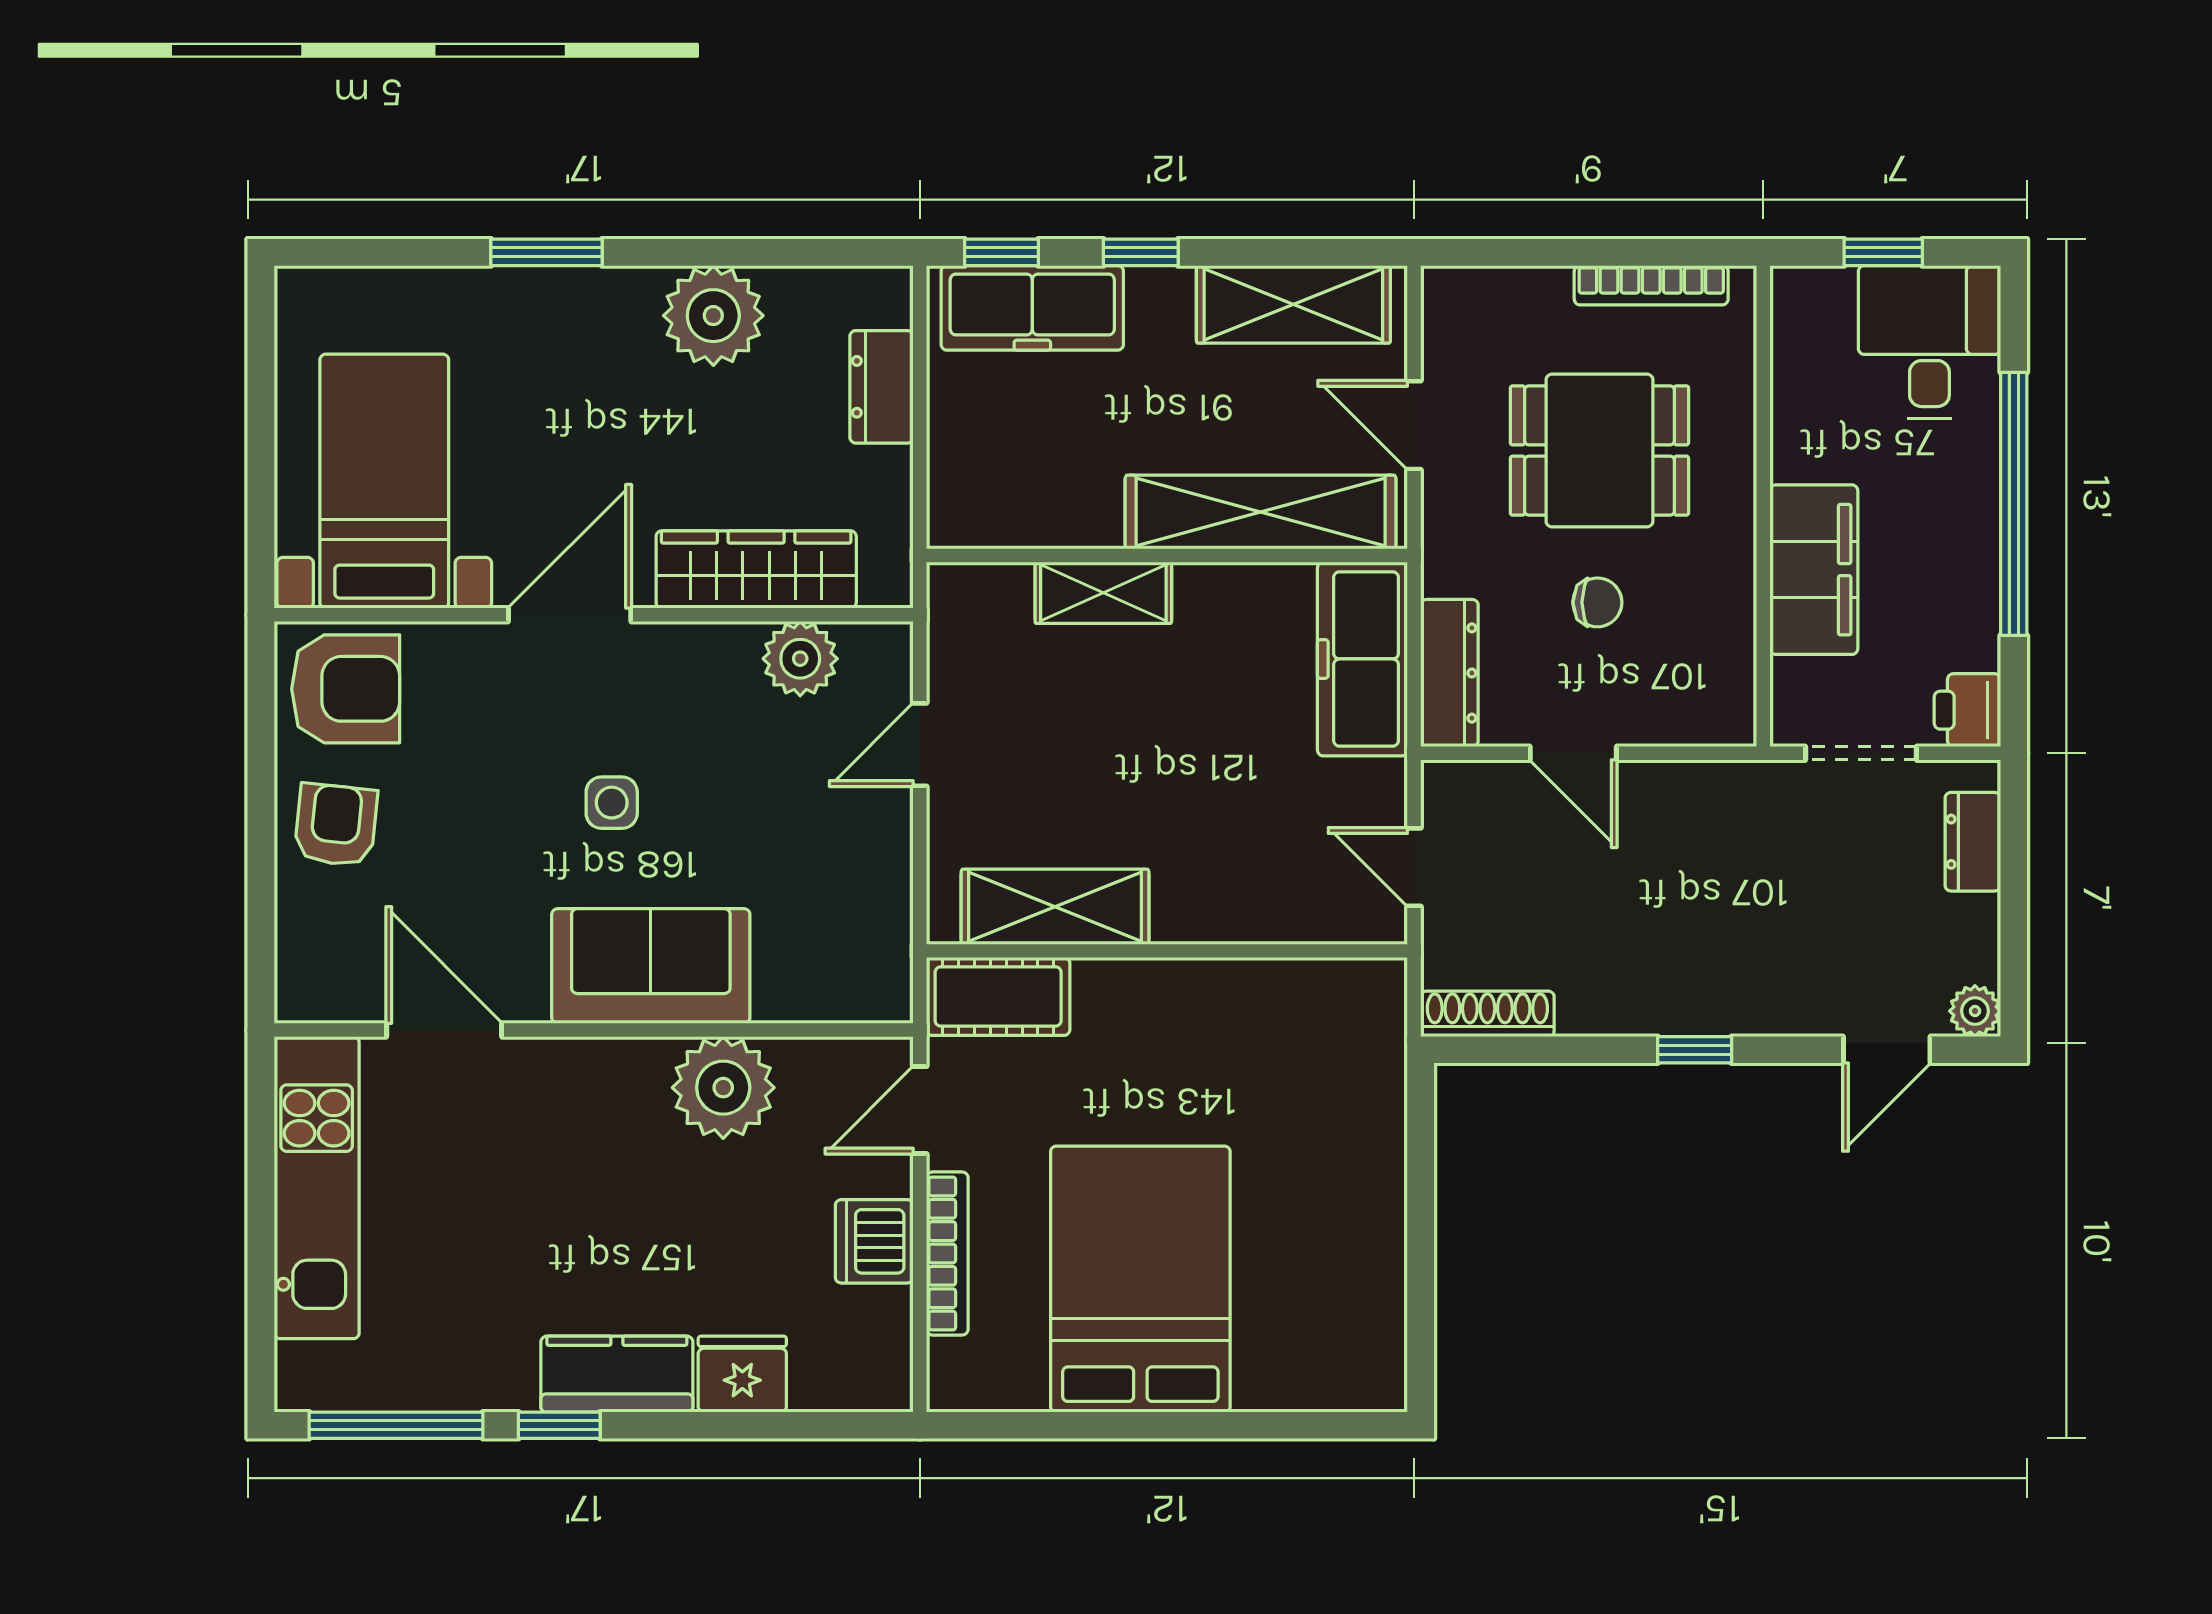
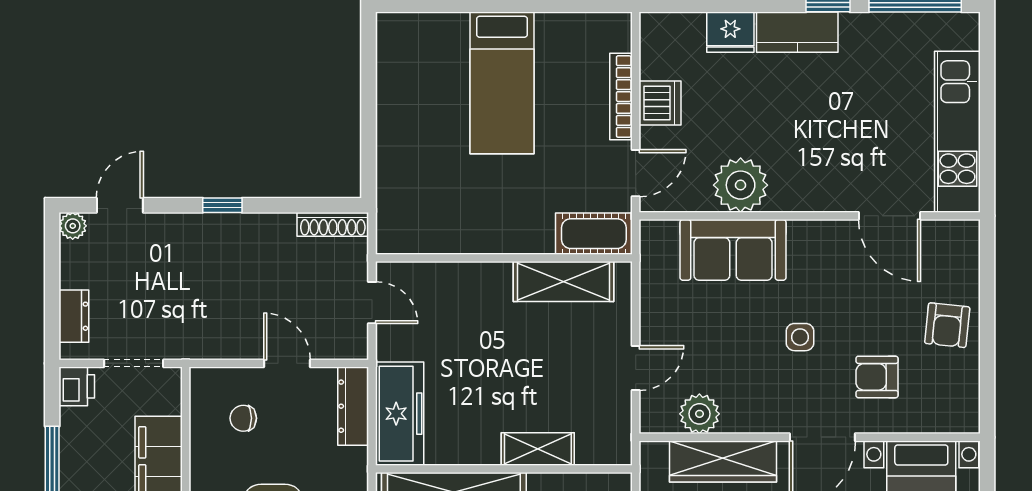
chair: (1597, 602) -> (243, 418), moved
armchair: (346, 689) -> (877, 377), moved, width x0.72, depth x0.72
sofa: (651, 966) -> (733, 250), moved
bed: (1140, 1279) -> (502, 83), width x0.67

